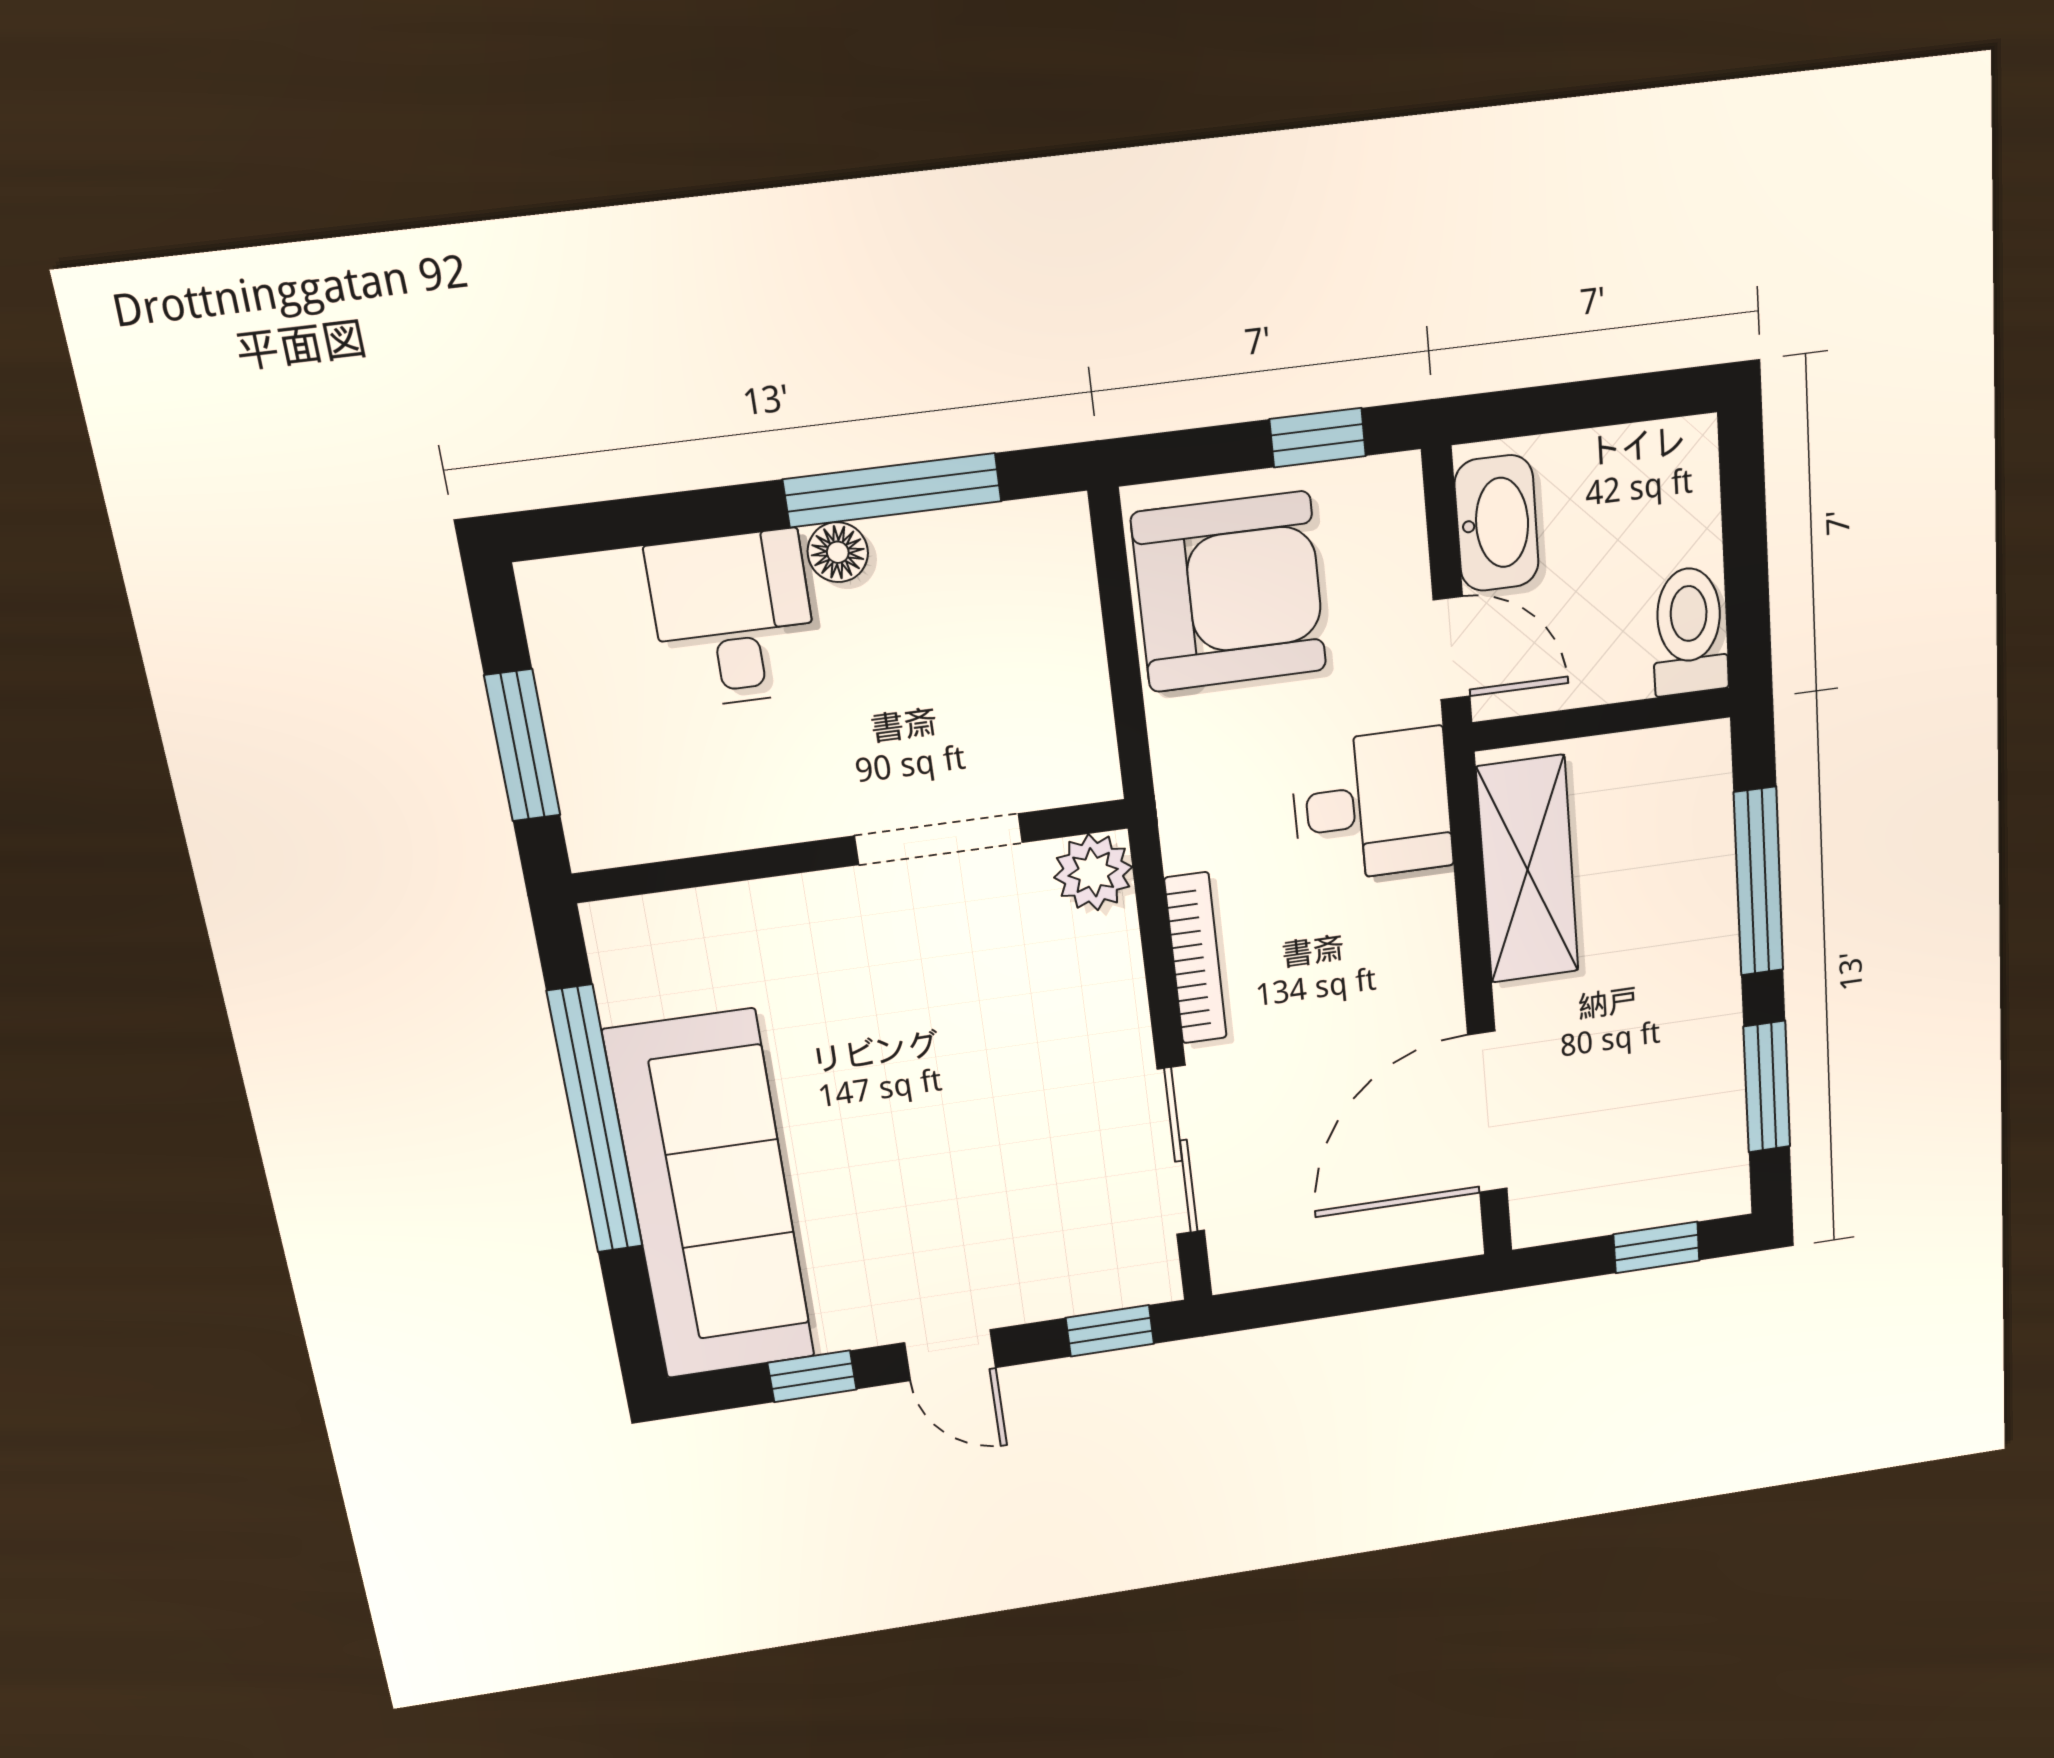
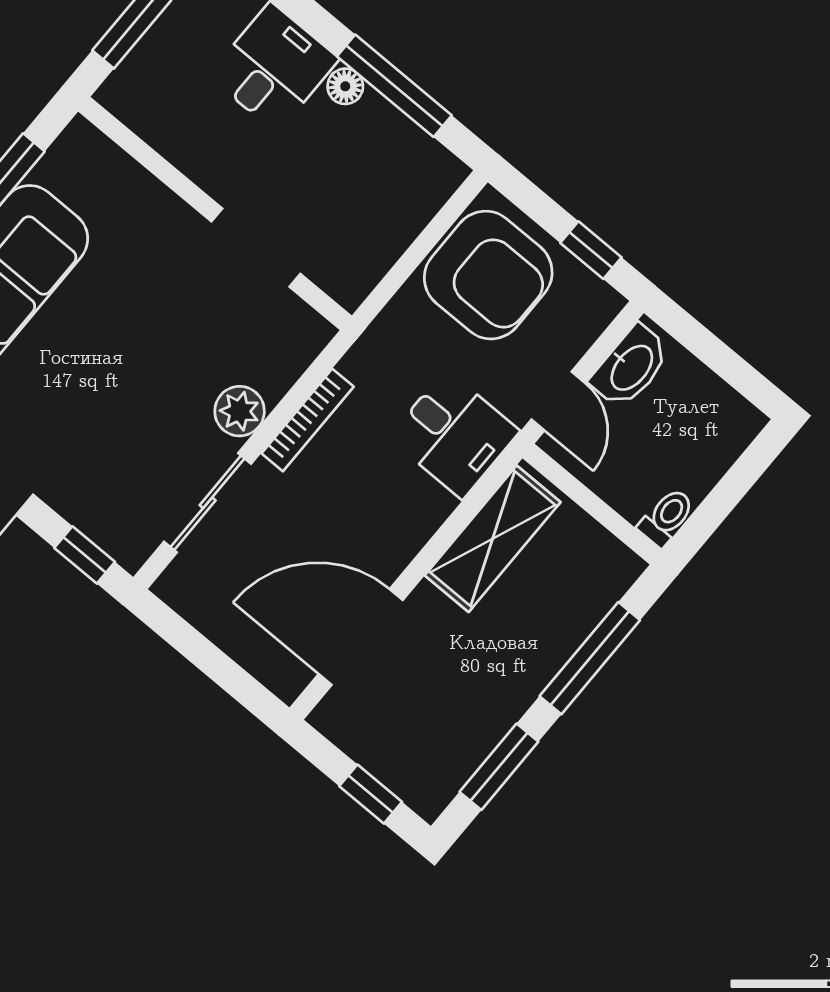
toilet: (1689, 631) -> (667, 517), width x0.73, depth x0.72
plant: (1093, 872) -> (240, 411), moved

